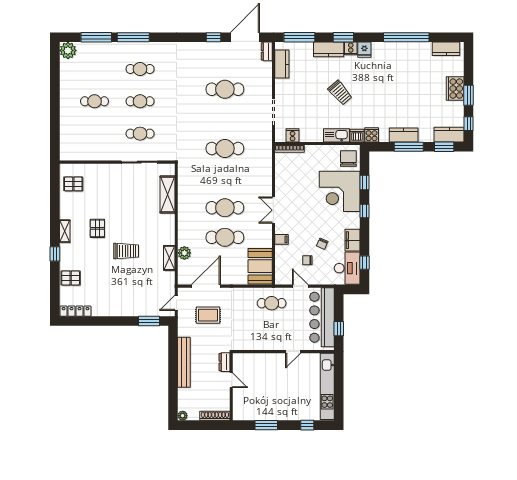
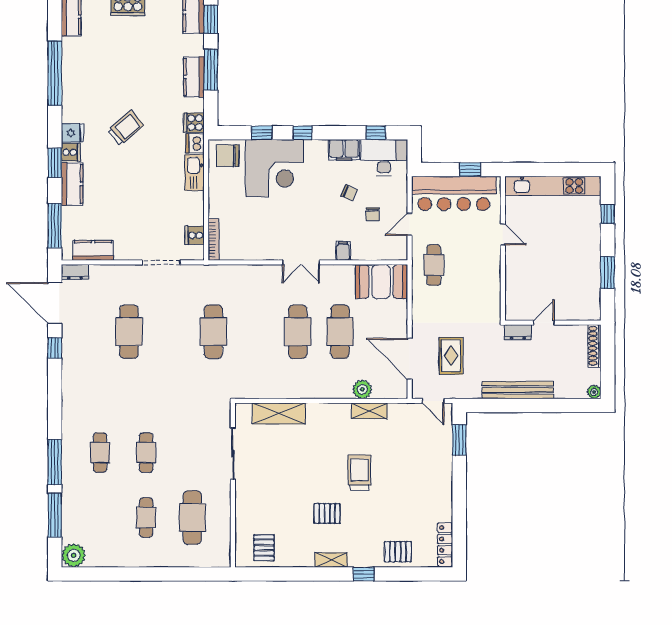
trolley: (340, 93) -> (126, 128), moved
cafe table: (140, 134) -> (192, 518), moved, width x1.37, depth x1.35
pallet: (71, 278) -> (398, 552), turned 90

